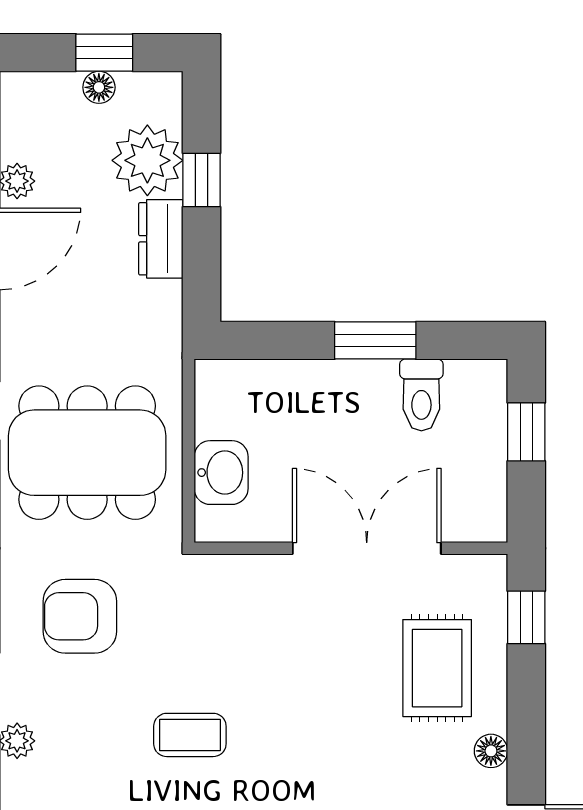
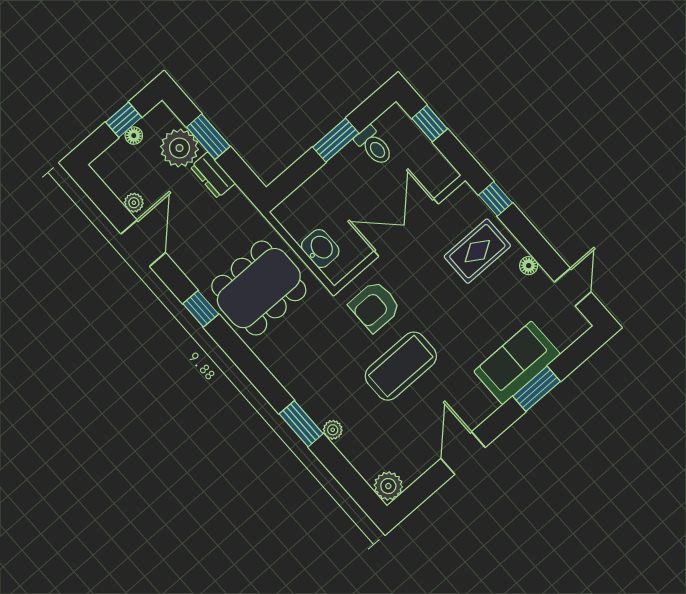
window: (201, 180) -> (208, 137), width x1.50
armchair: (80, 616) -> (375, 306), moved
rug: (437, 668) -> (477, 251), turned 90
coffee table: (190, 735) -> (401, 366), width x1.86, depth x1.72

